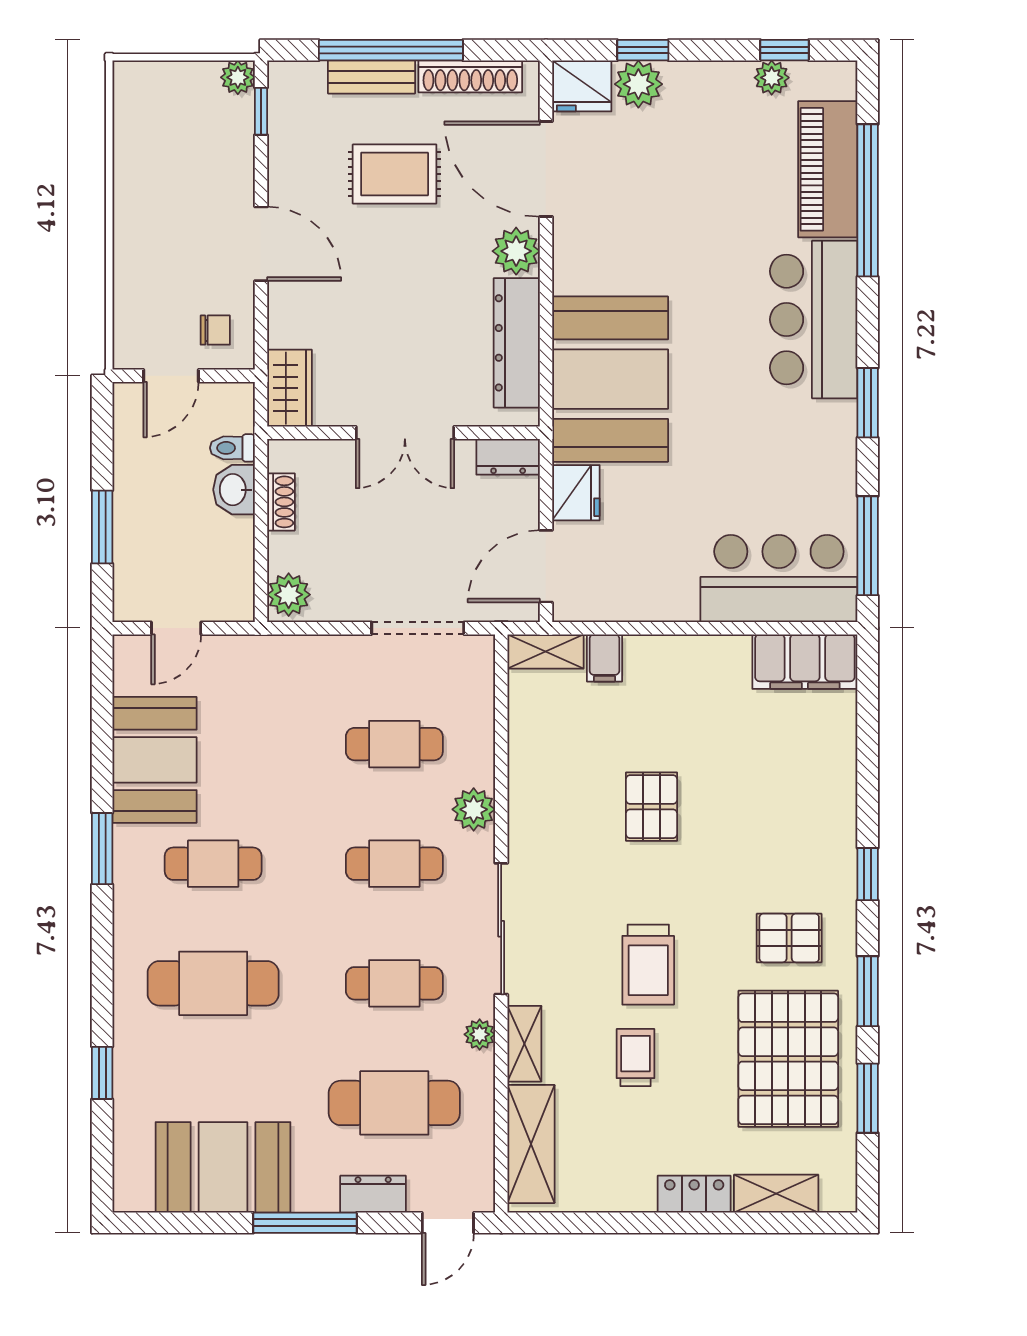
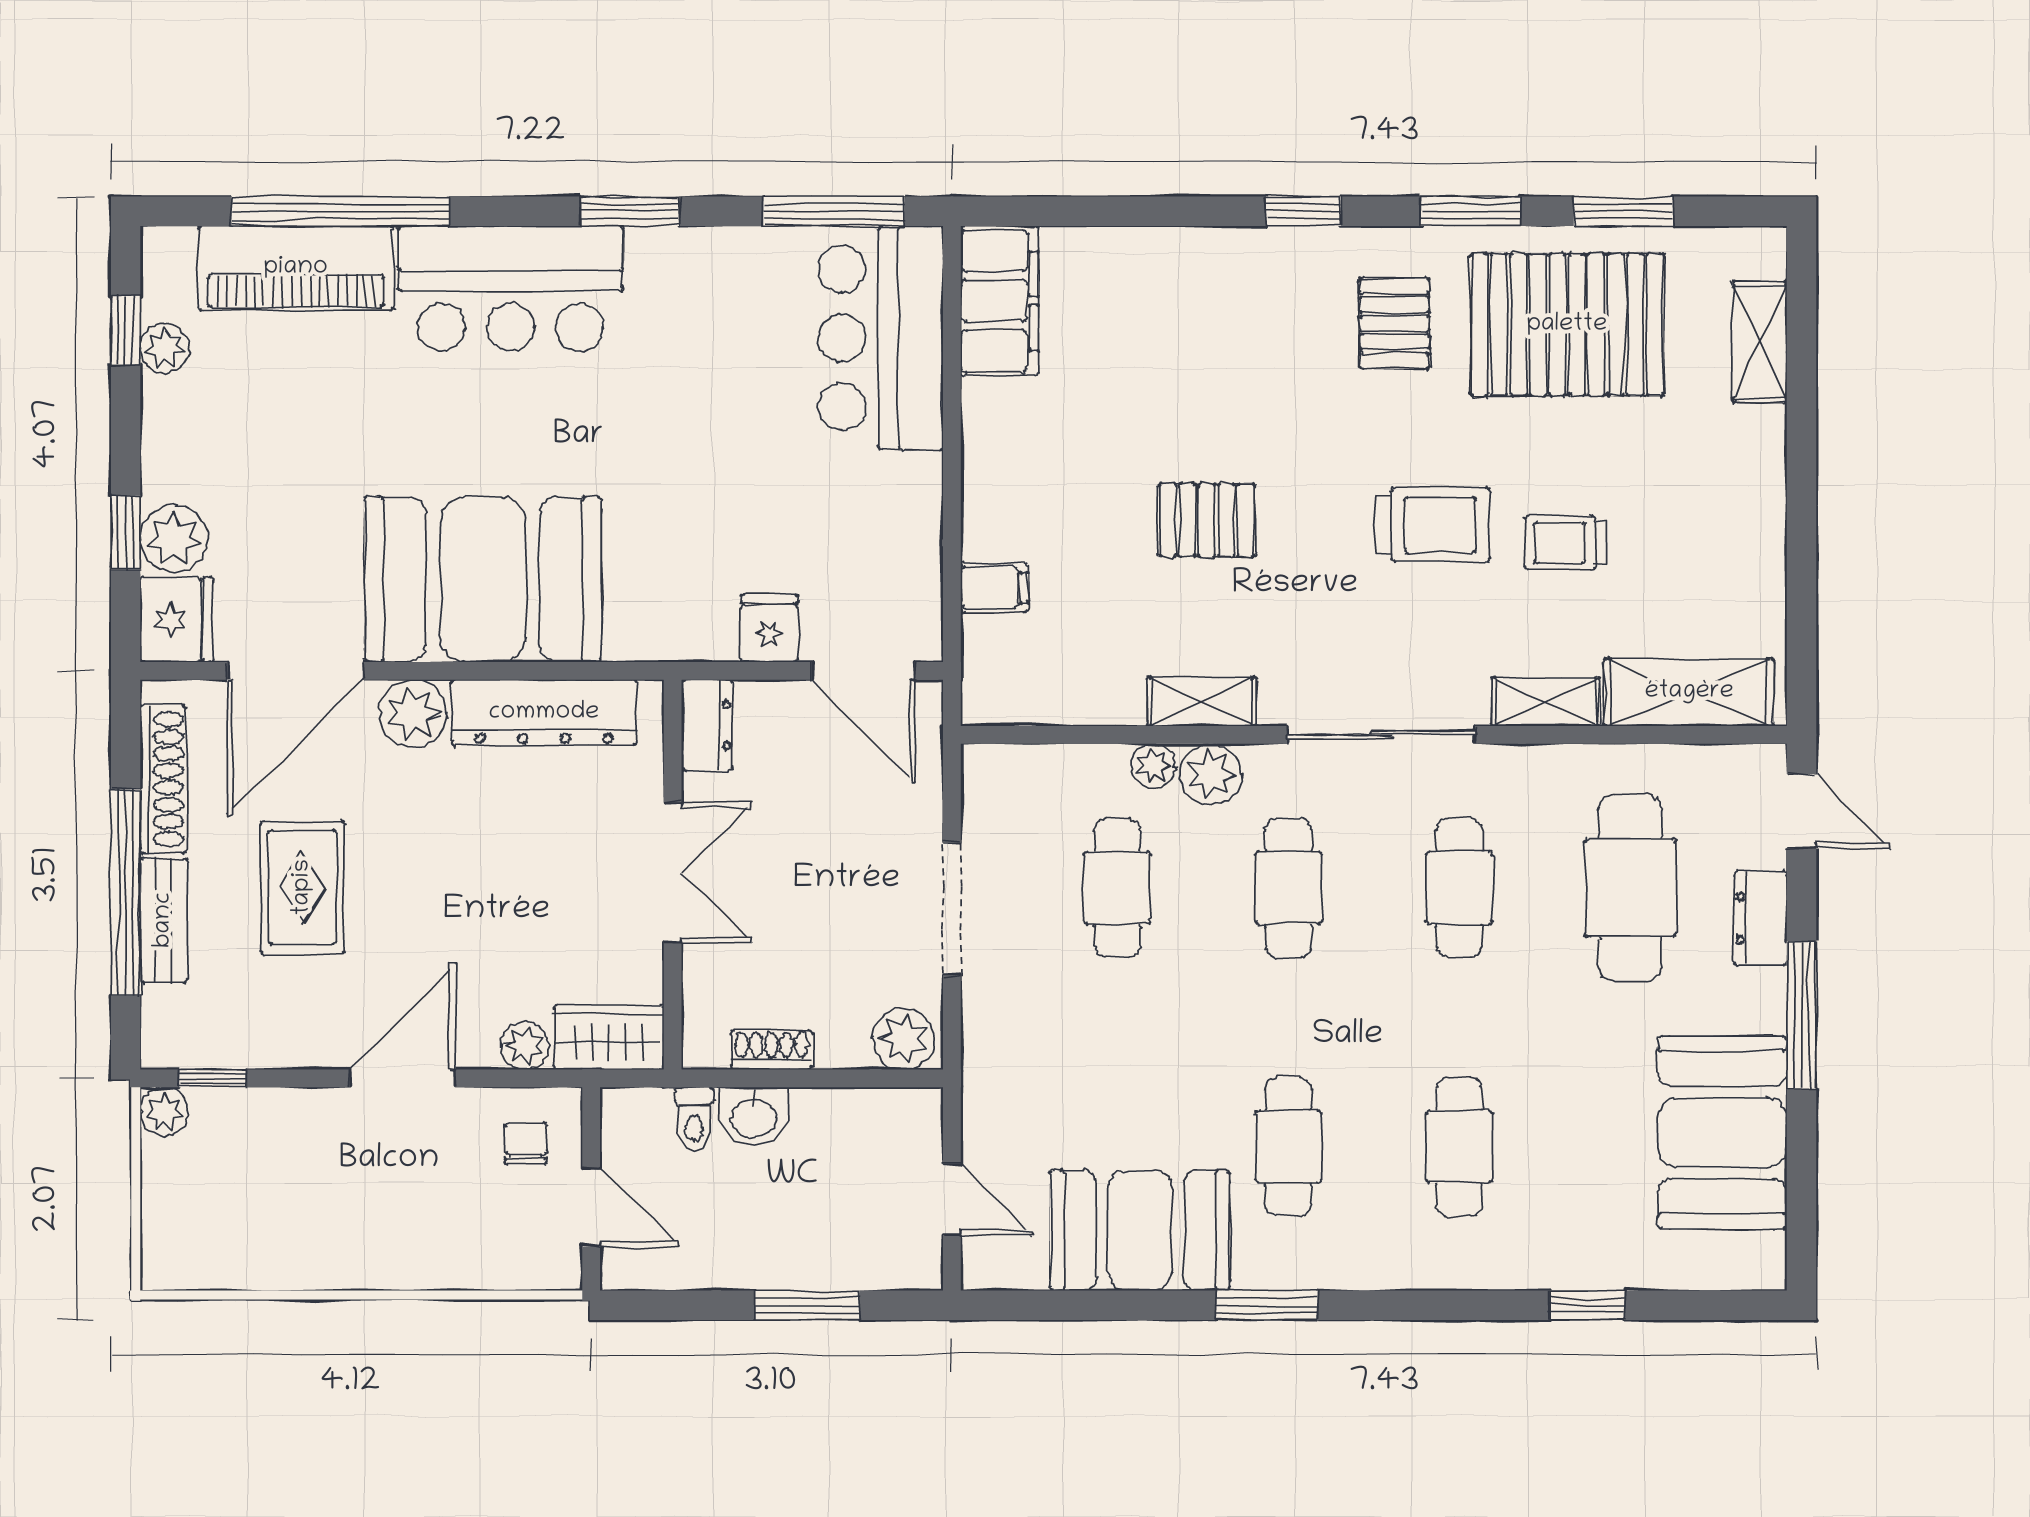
plant: (284, 329) -> (525, 1046), added
booth: (610, 379) -> (483, 579), moved
fridge: (576, 493) -> (769, 628), width x0.72
doorway: (418, 628) -> (952, 909), moved
shelving: (545, 652) -> (1201, 702), moved, turned 90
cafe table: (213, 983) -> (1459, 1147), width x0.73, depth x0.74
plant: (480, 1034) -> (1153, 766), moved
locker: (694, 1194) -> (1761, 459), removed

